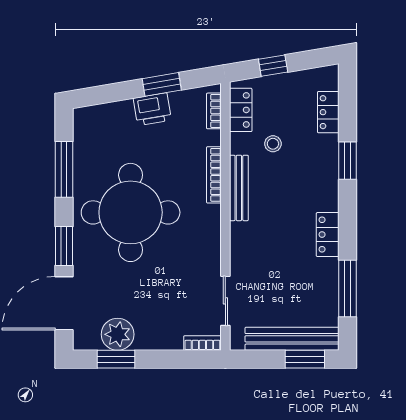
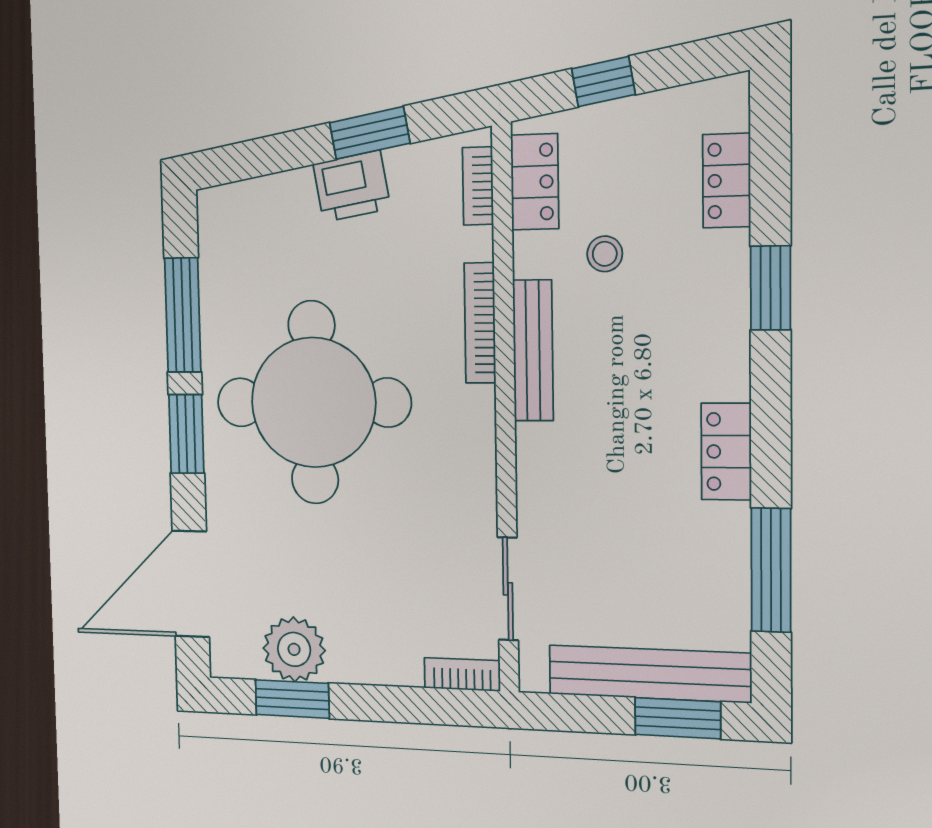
window: (64, 246) -> (186, 434), moved

